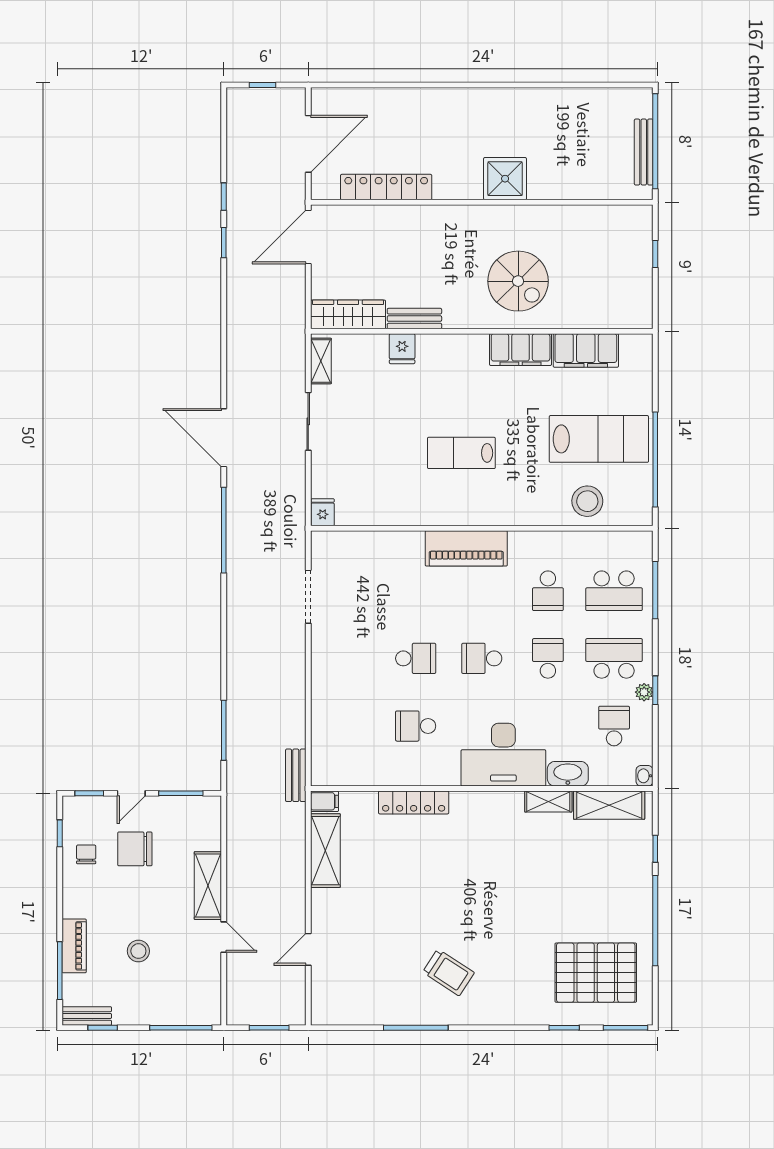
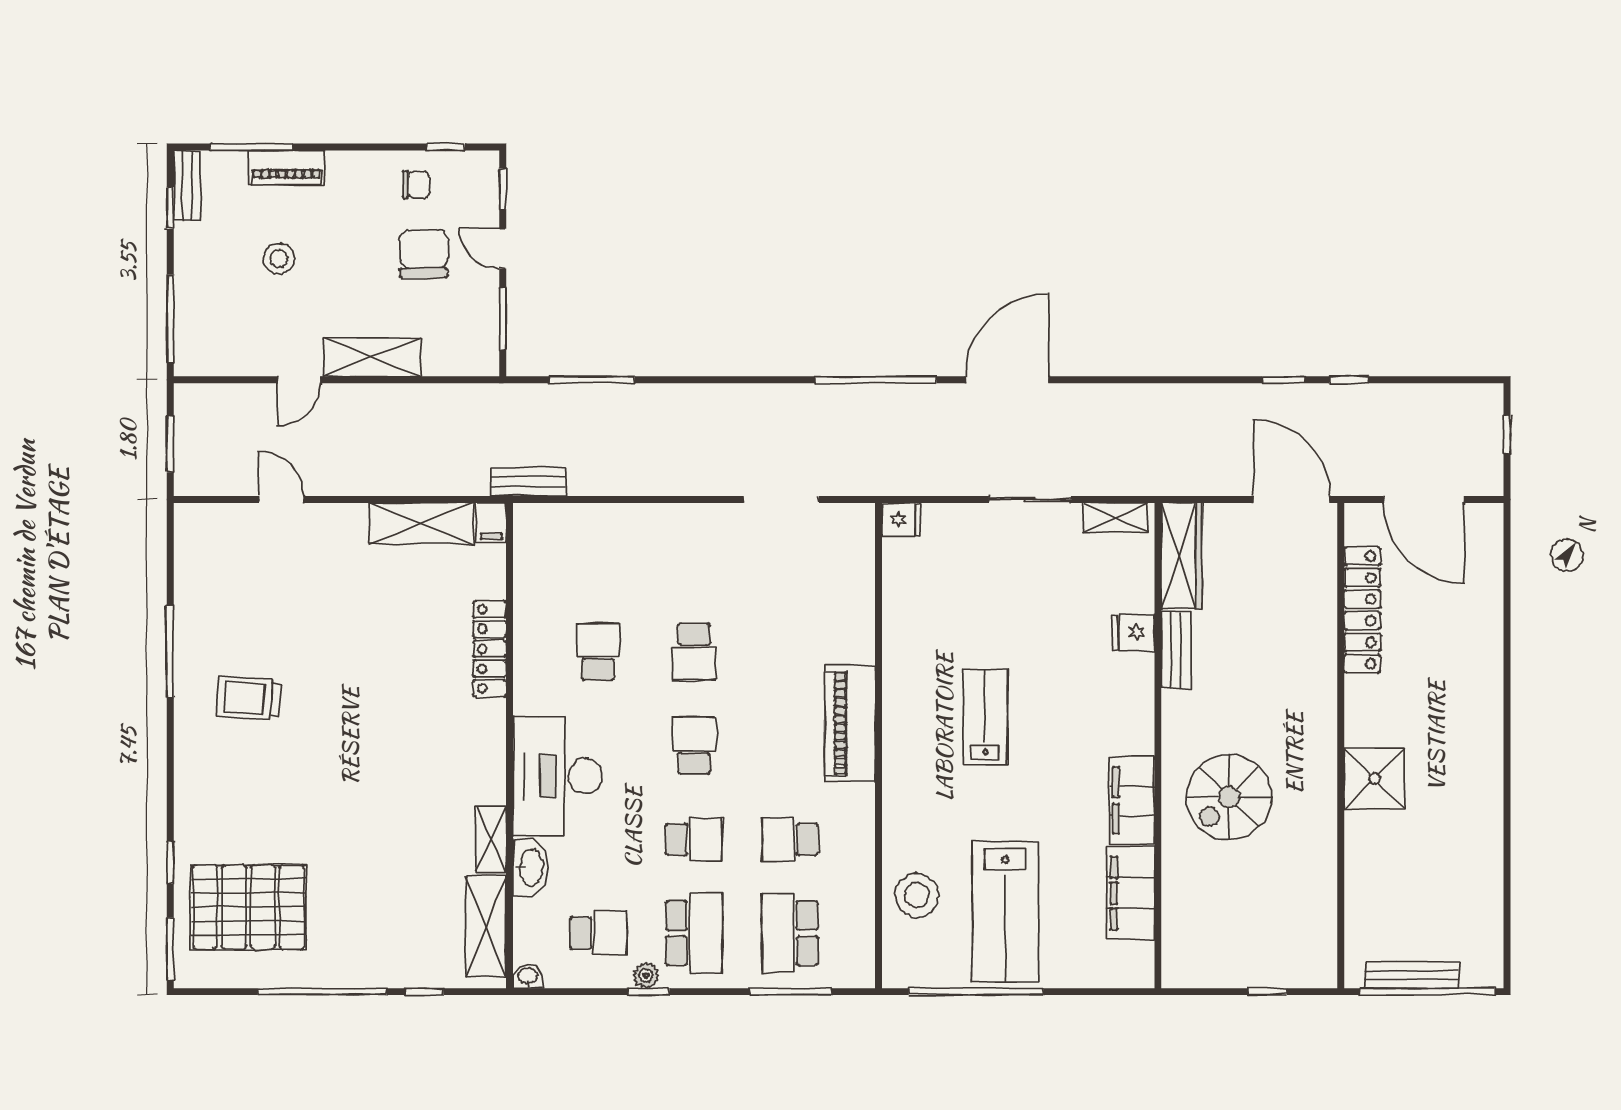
trolley: (448, 972) -> (249, 698), turned 61
pallet: (596, 973) -> (248, 907), turned 90

